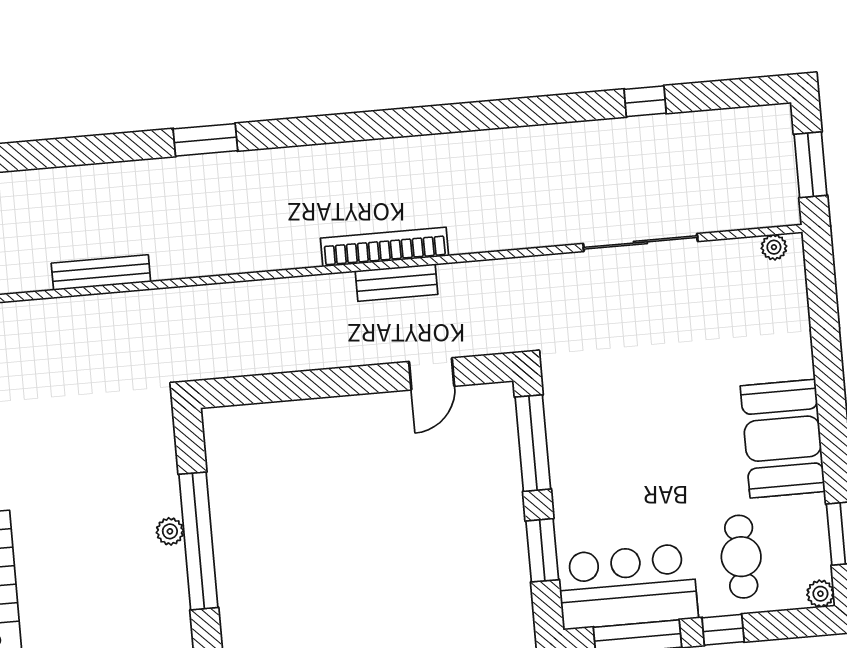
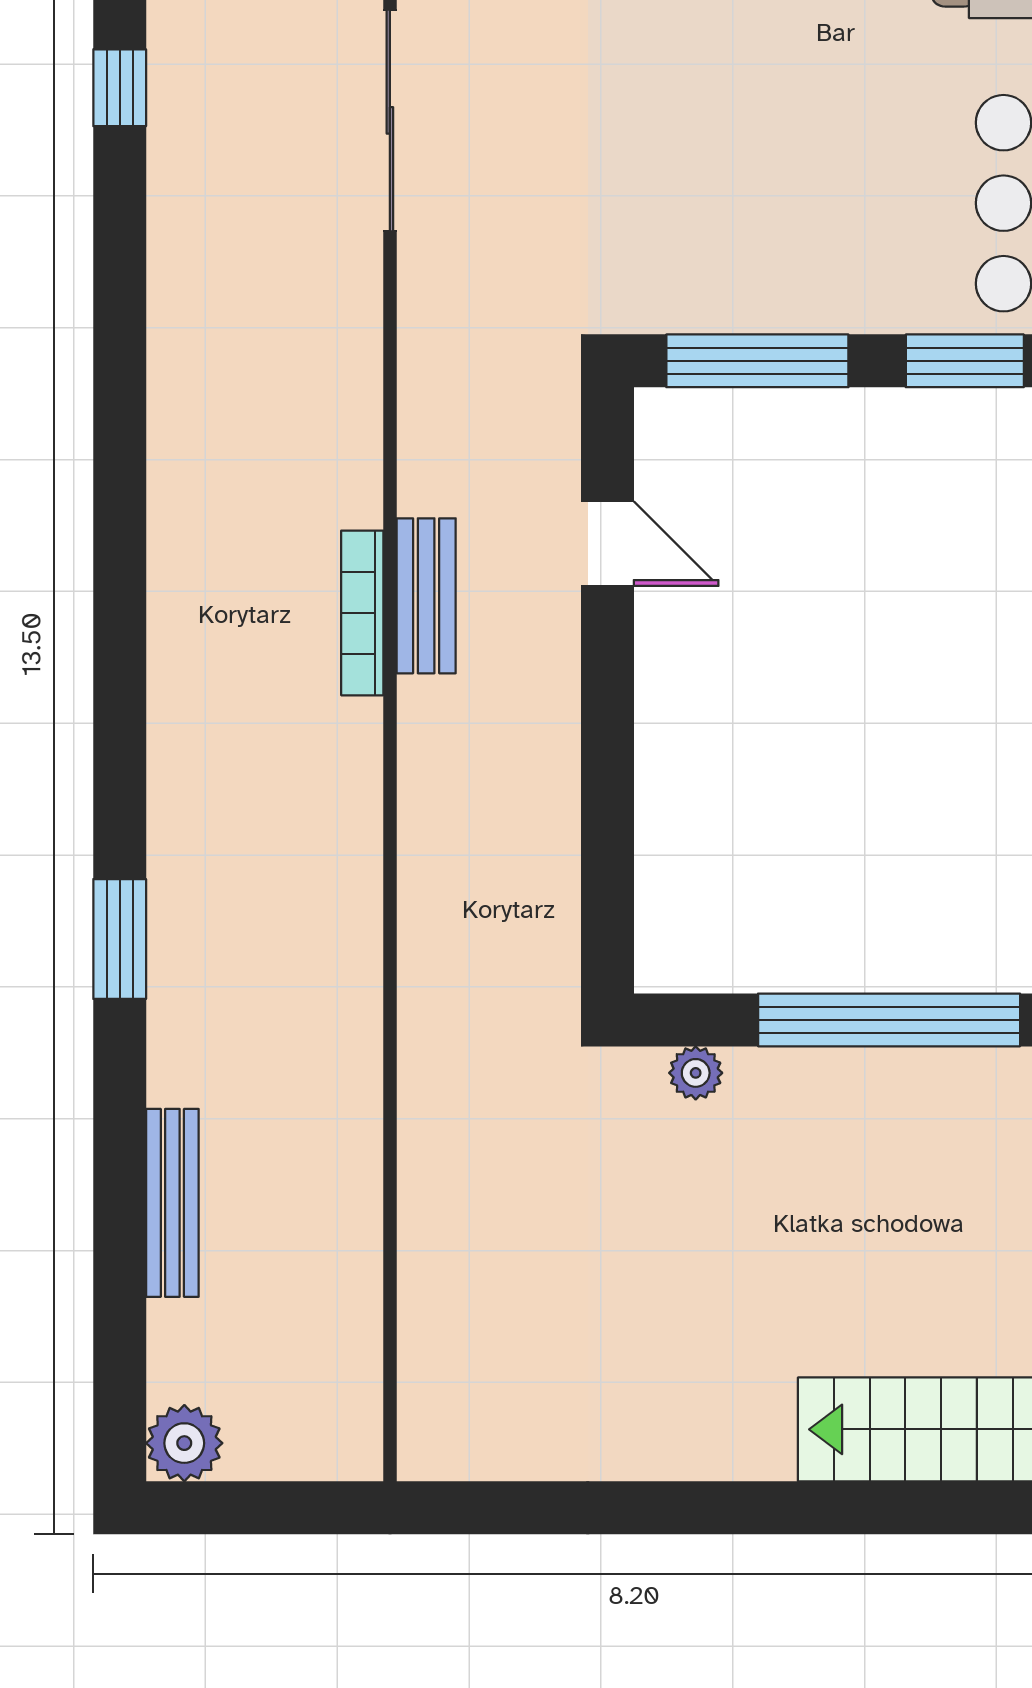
bookcase: (384, 247) -> (362, 613), width x0.68, depth x0.76
bench: (101, 273) -> (172, 1203), moved
plant: (170, 531) -> (696, 1073), moved

